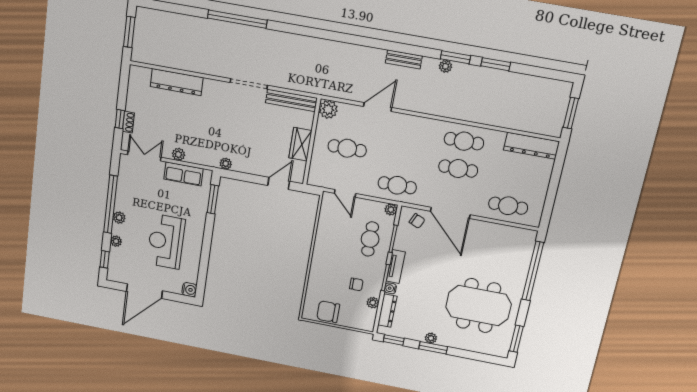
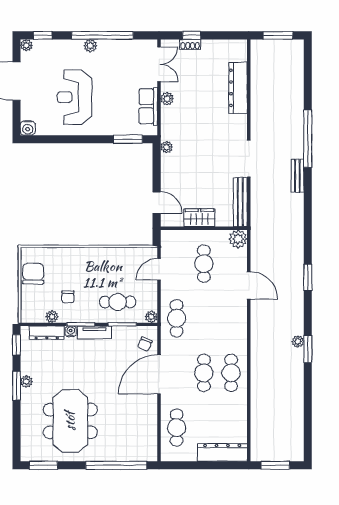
bench: (404, 59) -> (298, 176), moved
window: (496, 64) -> (308, 277), moved
dresser: (531, 146) -> (222, 452), moved, turned 90
plant: (116, 241) -> (26, 45), moved
reception desk: (166, 242) -> (75, 97), turned -90

